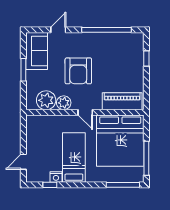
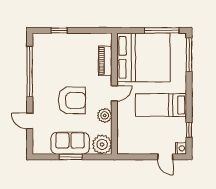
sofa: (37, 51) -> (70, 143), moved
plant: (46, 100) -> (102, 144), moved
piano: (122, 101) -> (105, 61), width x0.73, depth x0.75
nightstand: (56, 177) -> (181, 148), moved

